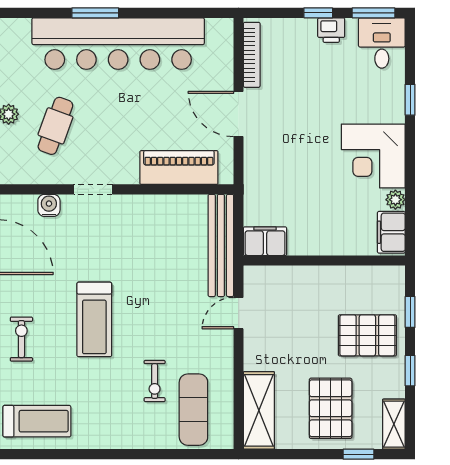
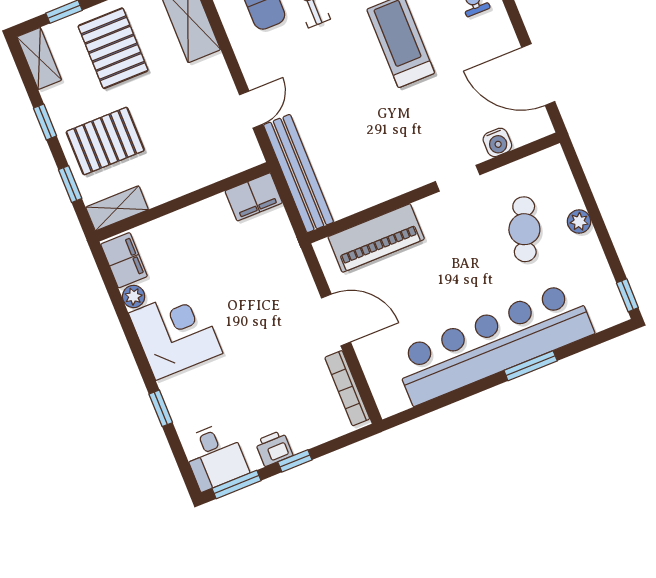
shelving: (380, 277) -> (117, 208), added

